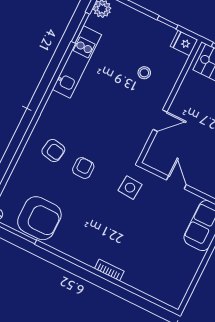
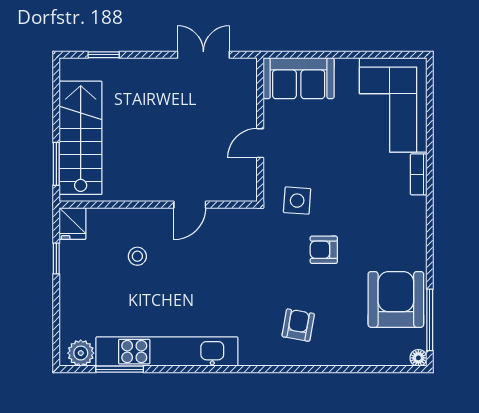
kitchen unit: (77, 62) -> (167, 352), width x1.36
door: (160, 121) -> (190, 205), swing flipped
armchair: (83, 168) -> (324, 250), moved
corner sofa: (160, 275) -> (393, 105), added

